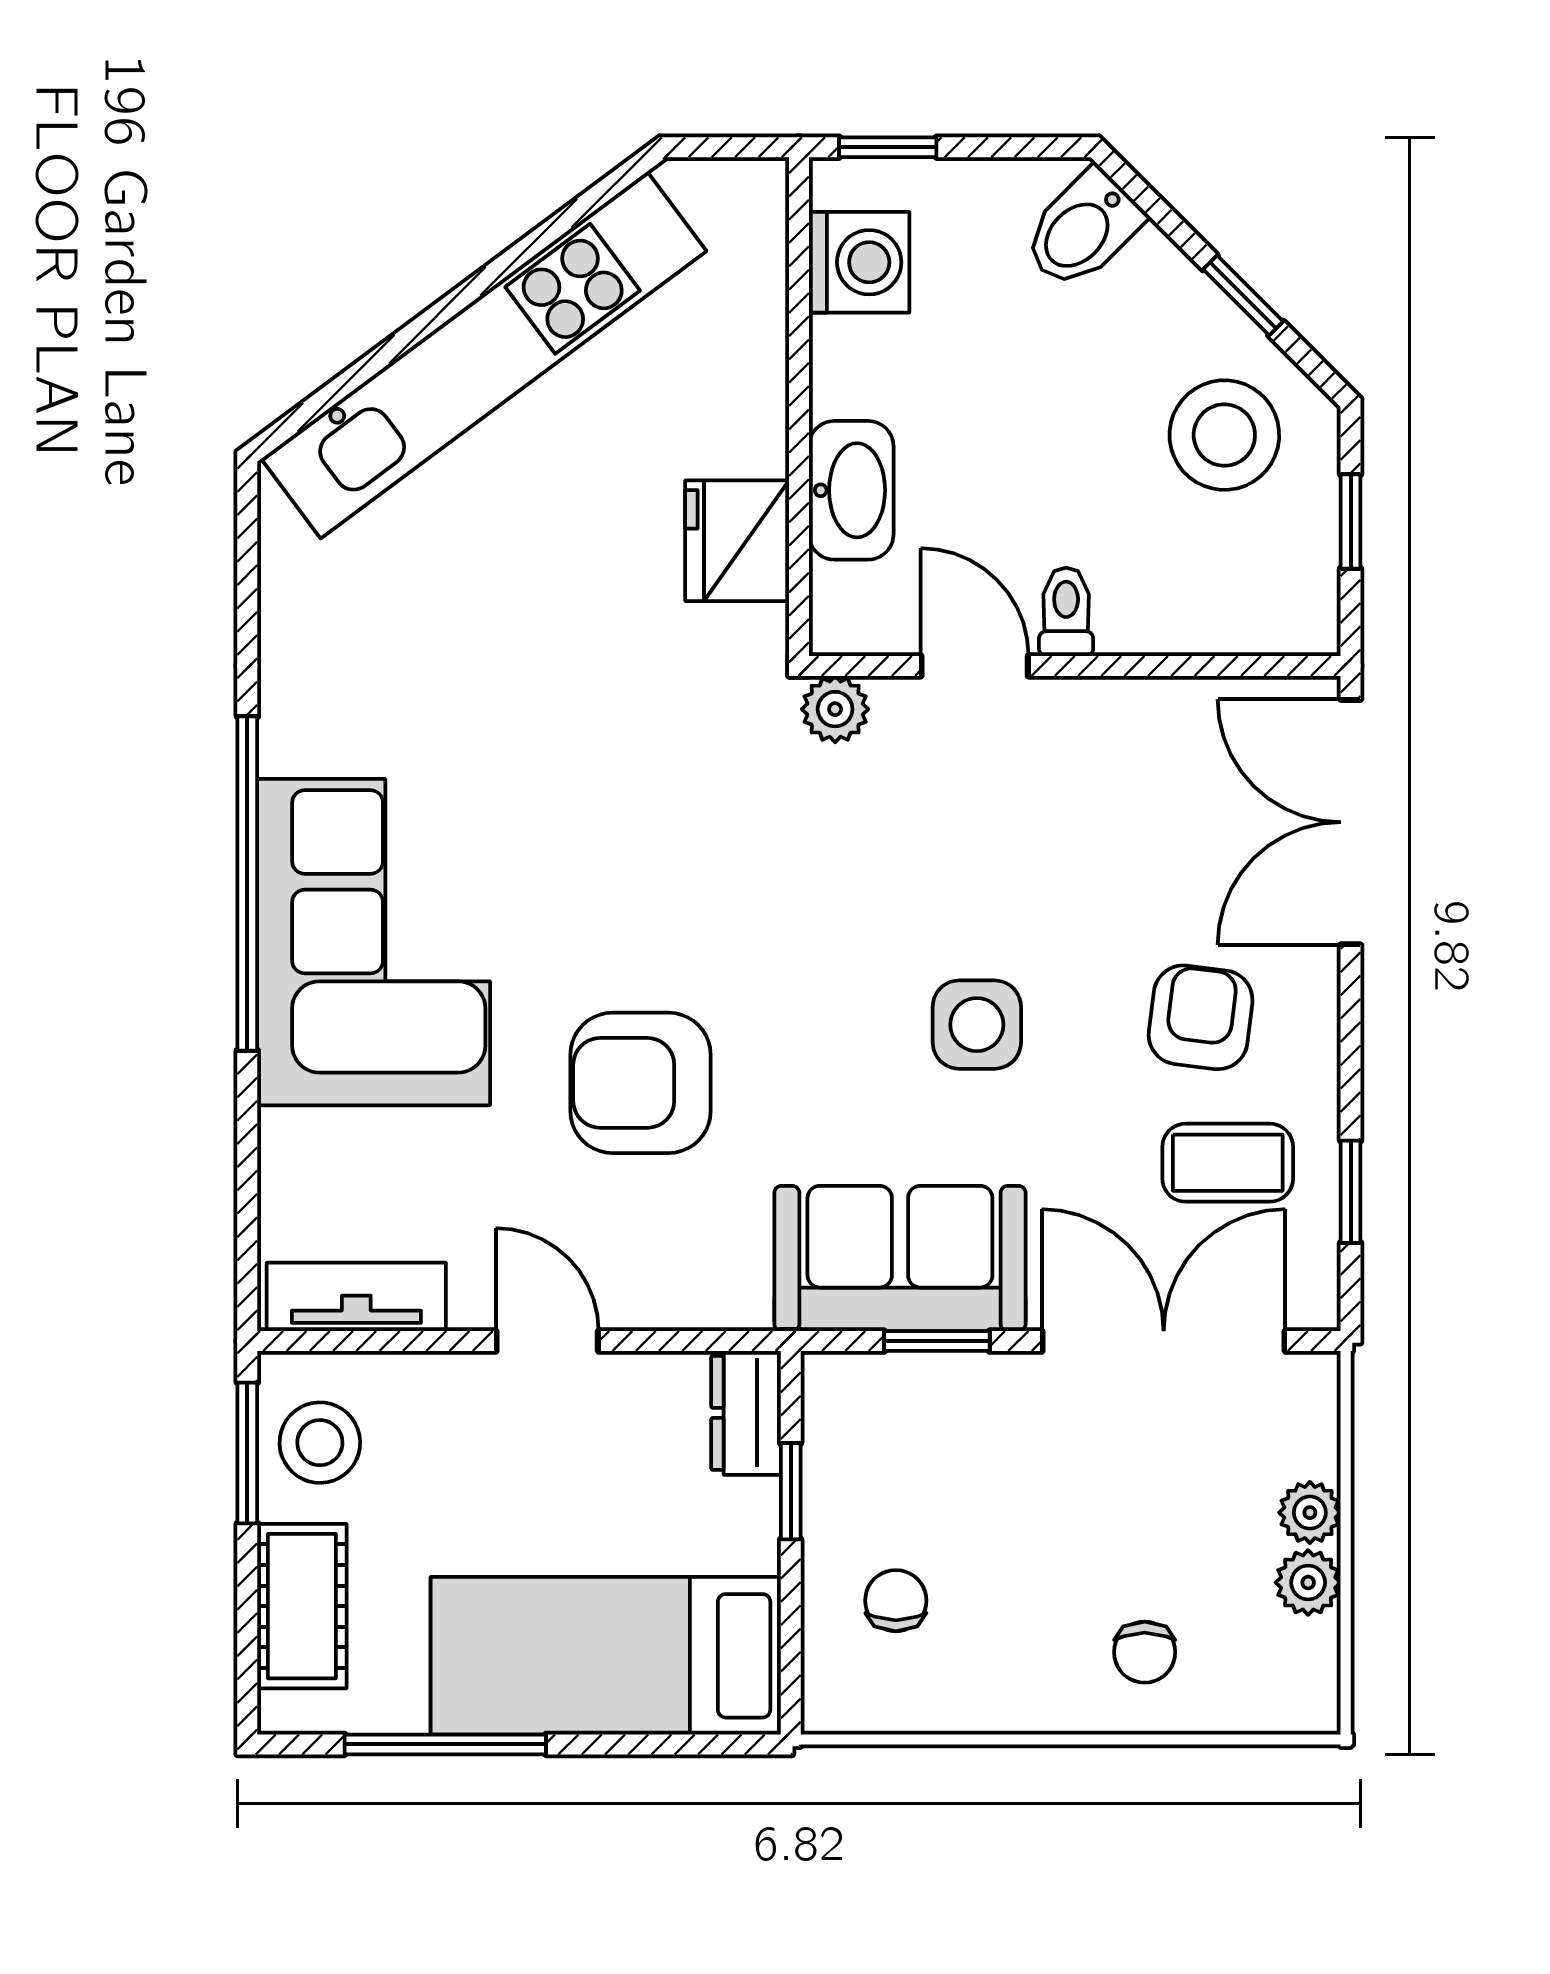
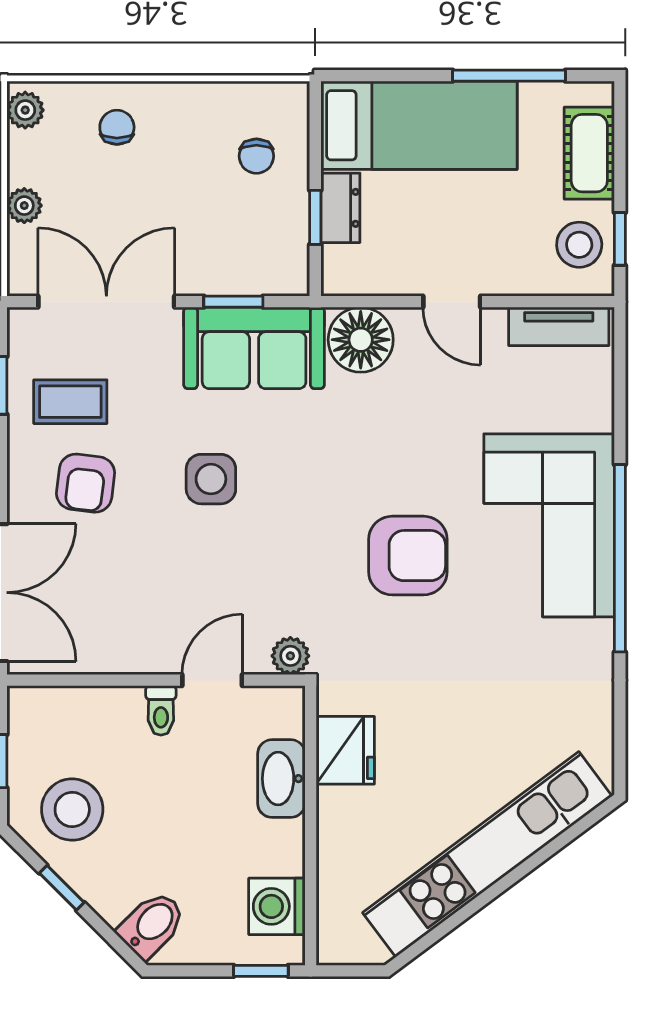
door: (975, 666) -> (212, 680), swing flipped
armchair: (641, 1083) -> (408, 556), moved
floor lamp: (710, 1273) -> (361, 340), added
double door: (1164, 1341) -> (106, 302), swing flipped
dresser: (746, 1413) -> (340, 208), moved
window: (247, 1453) -> (620, 239), width x0.67
plant: (1308, 1583) -> (25, 110), moved

